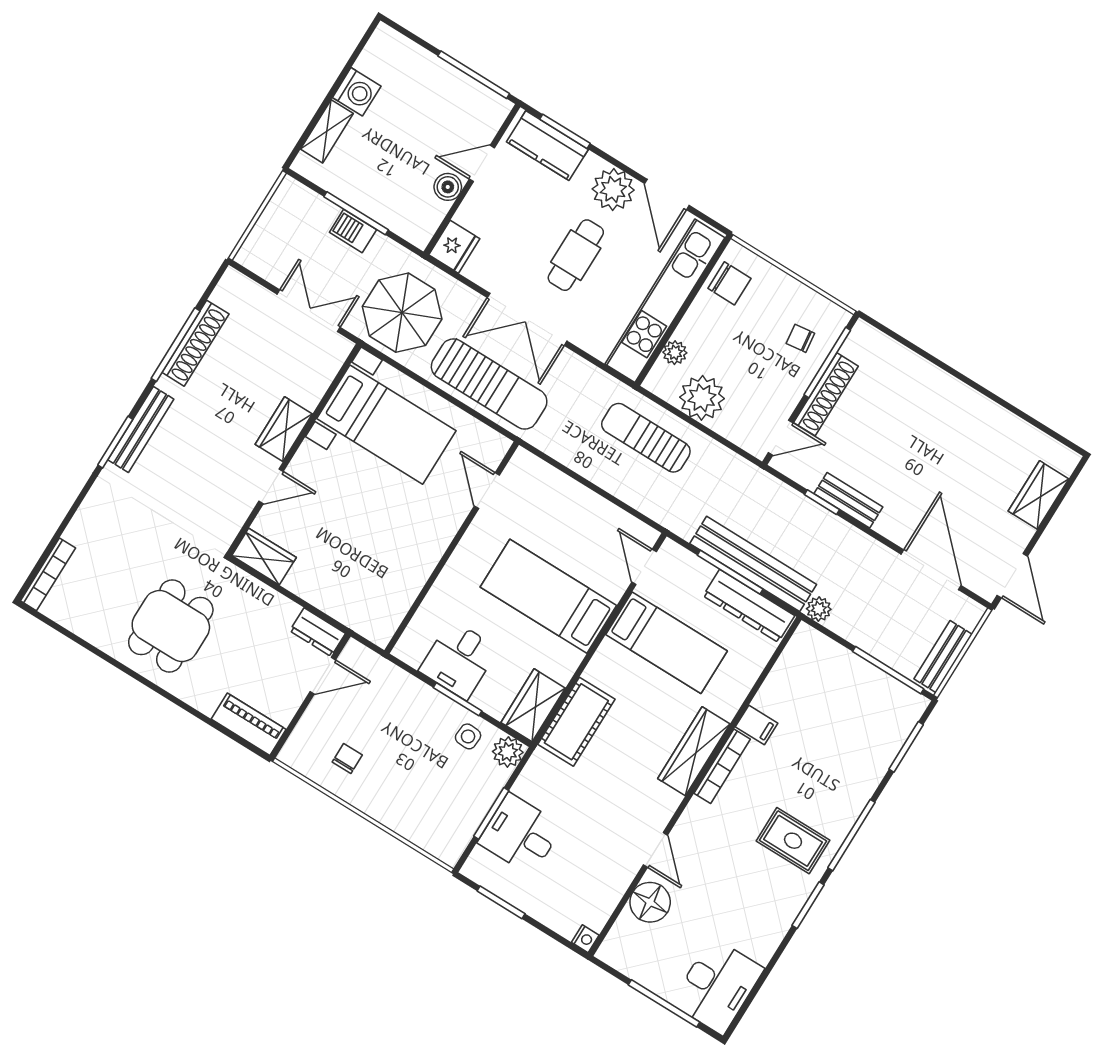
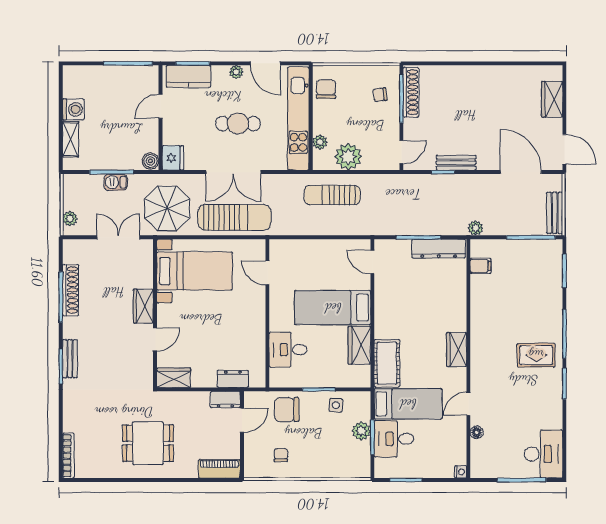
boiler: (448, 187) -> (150, 161), moved
plant: (613, 190) -> (236, 72), width x0.53, depth x0.53
plant: (257, 242) -> (70, 219), added
cafe table: (576, 255) -> (238, 124), turned 90
chair: (729, 283) -> (326, 89), turned -90
shoe rack: (826, 394) -> (411, 92), moved
bench: (141, 429) -> (70, 359), width x0.73
bench: (753, 564) -> (428, 226), removed
dresser: (346, 610) -> (233, 379), added
dining table: (171, 626) -> (148, 443), turned 90
bed: (667, 643) -> (408, 404), moved
desk: (459, 660) -> (288, 350), moved, turned 90
chair: (395, 700) -> (287, 410), added
wardrobe: (533, 705) -> (359, 345), moved
filing cabinet: (757, 725) -> (481, 266), moved
wardrobe: (694, 751) -> (457, 349), width x0.67
plant: (508, 752) -> (361, 431), moved
bookcase: (722, 766) -> (476, 340), removed
door: (655, 850) -> (468, 404), swing flipped
floor lamp: (650, 902) -> (477, 432), width x0.53, depth x0.53

